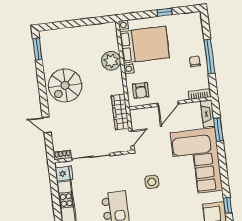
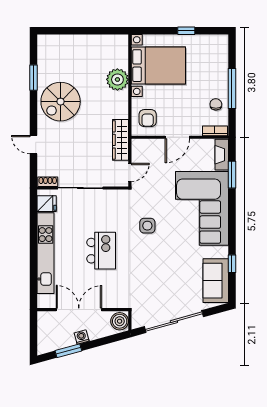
window: (37, 49) -> (34, 78), moved
chair: (195, 61) -> (216, 104), moved

